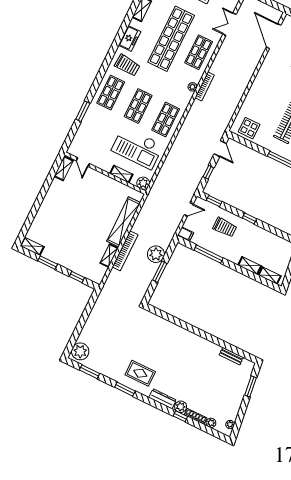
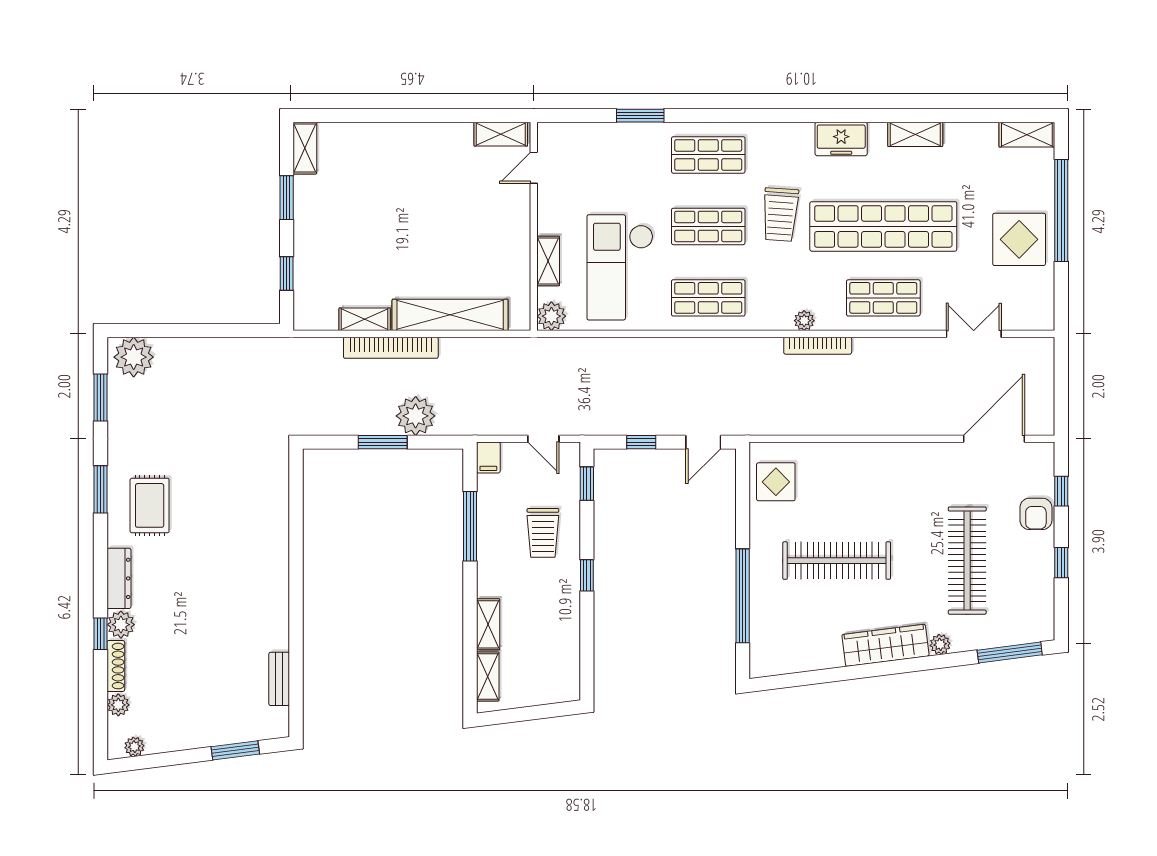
trolley: (127, 65) -> (780, 215), moved

